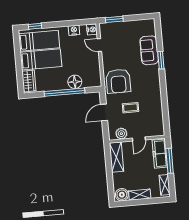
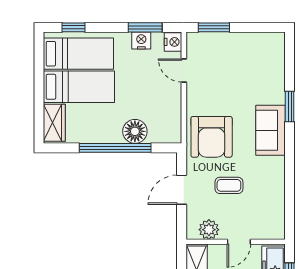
window: (75, 23) -> (145, 27), added
sofa: (149, 50) -> (270, 130), moved

